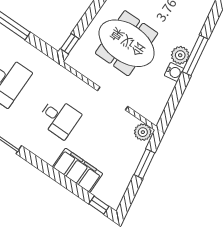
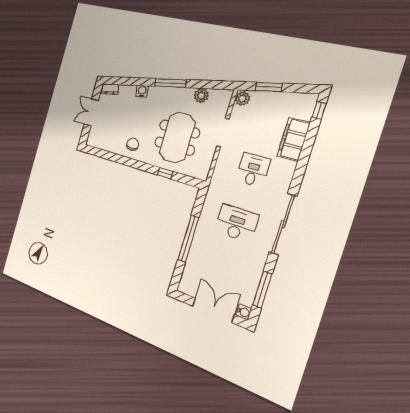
window: (70, 44) -> (165, 173), moved
plant: (180, 55) -> (201, 96), moved
water cooler: (174, 72) -> (142, 91), moved

